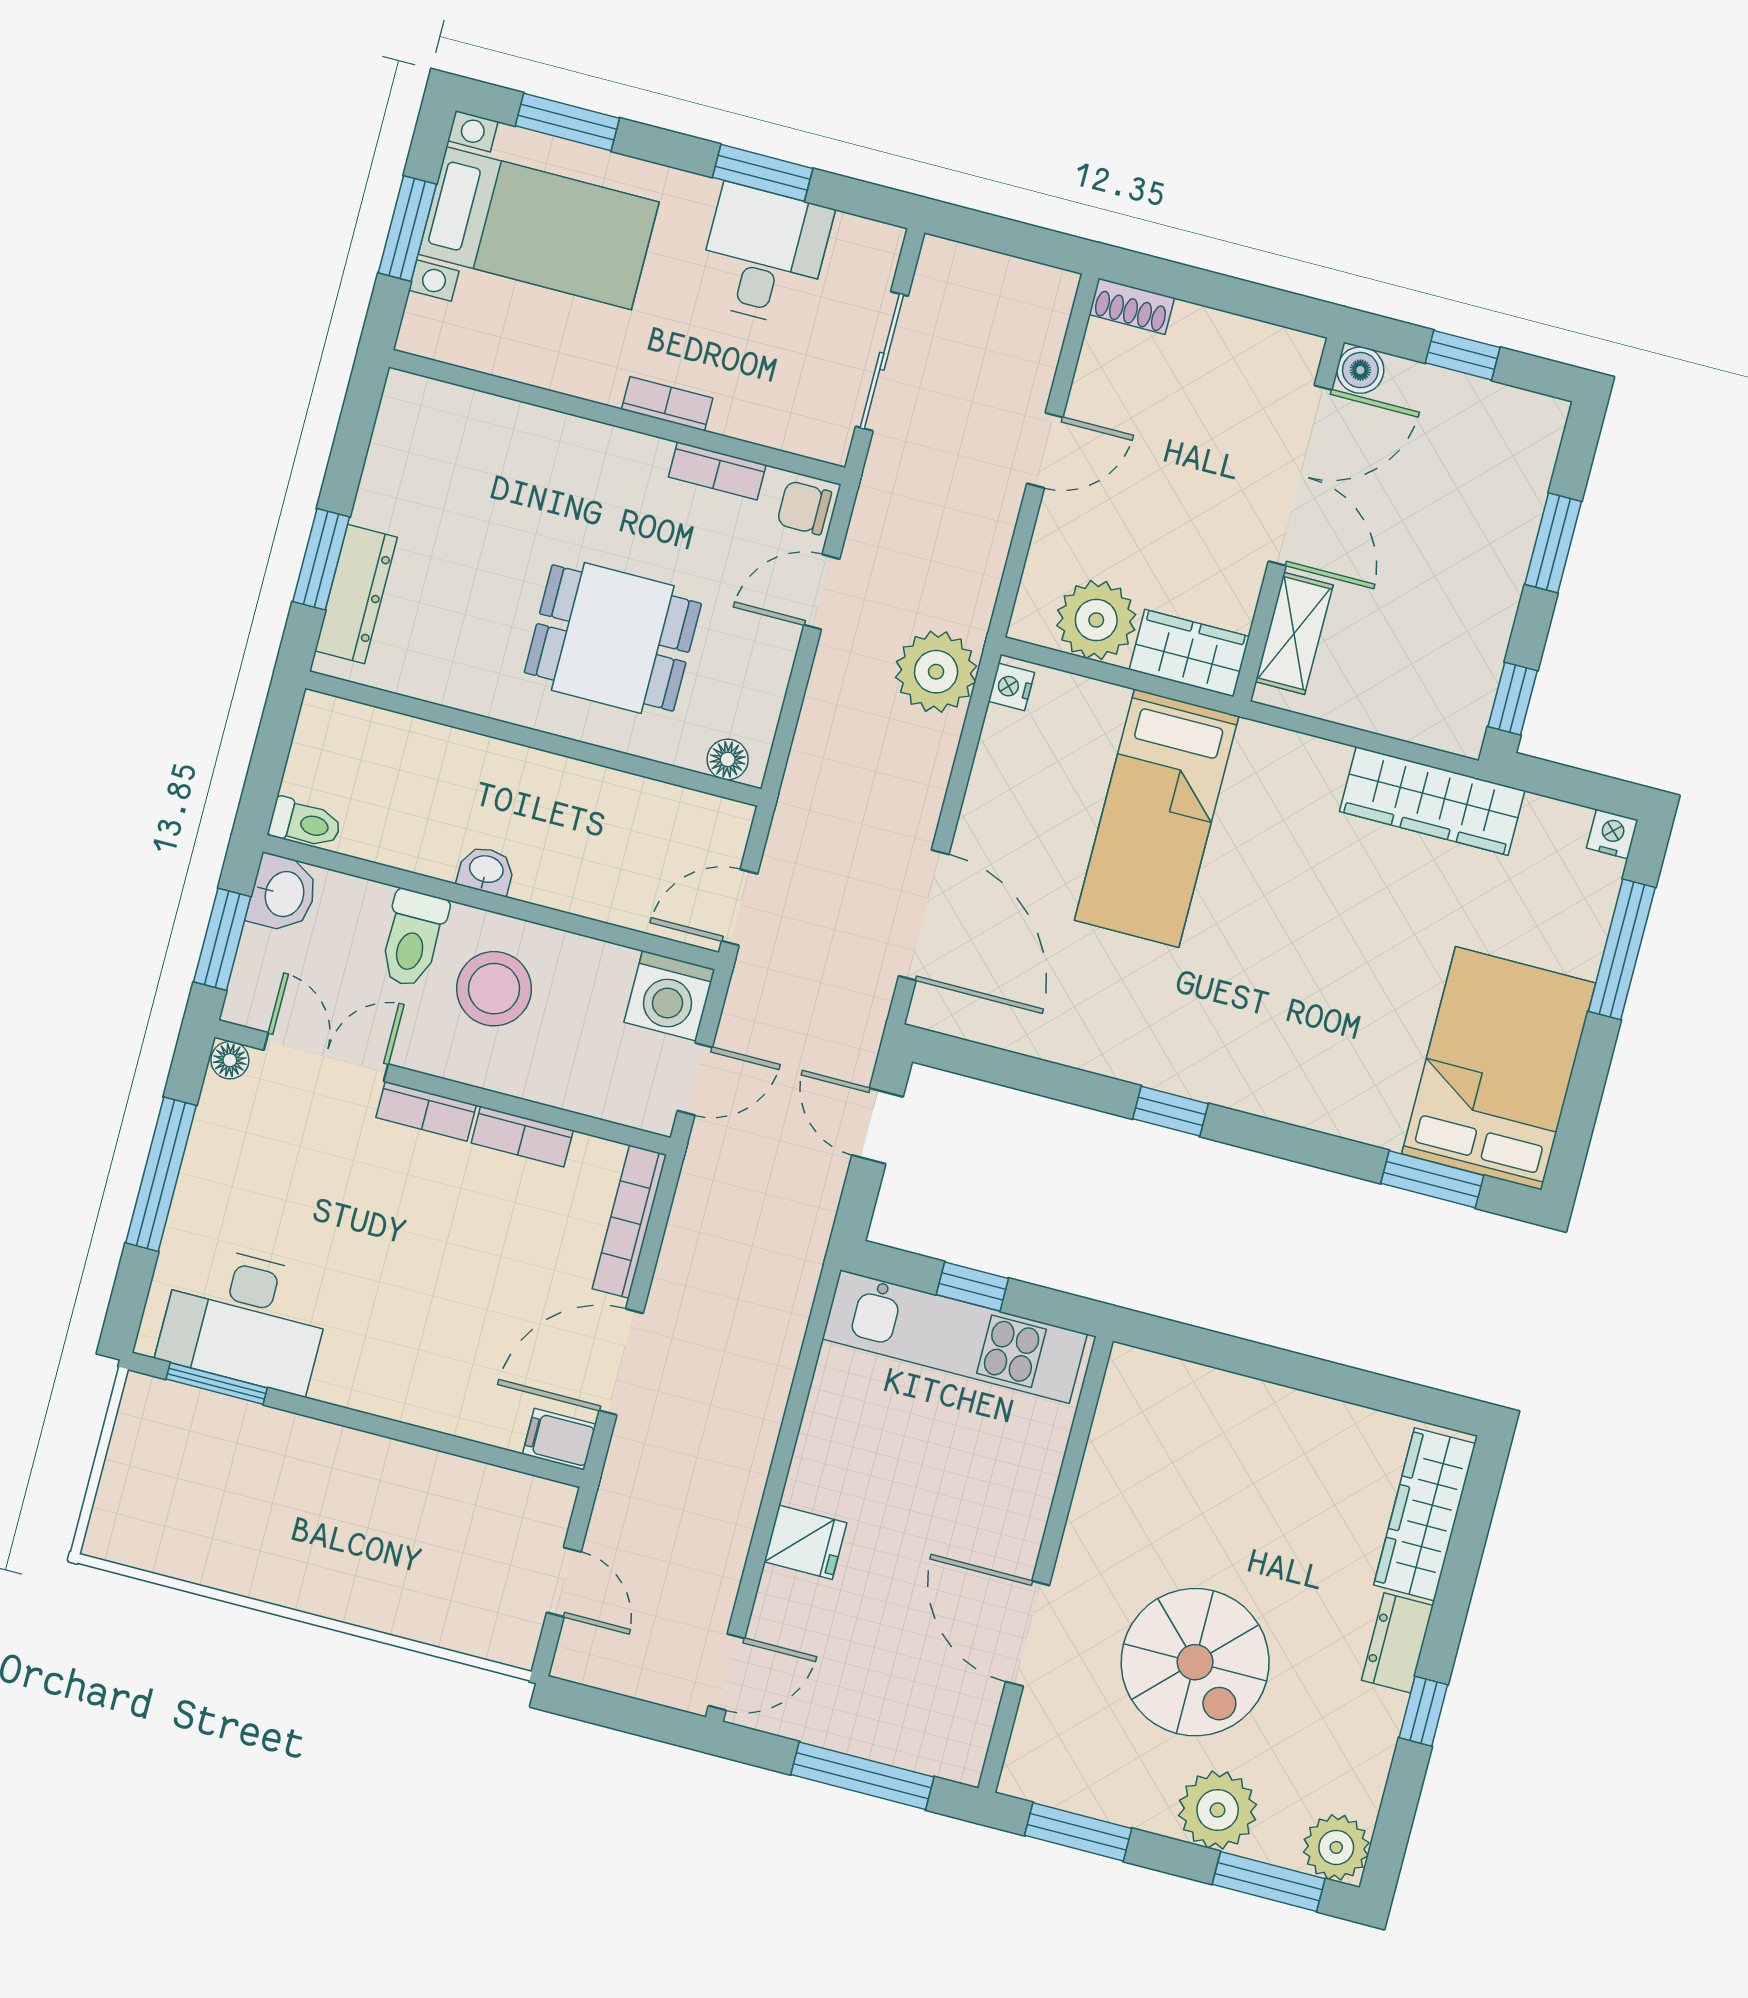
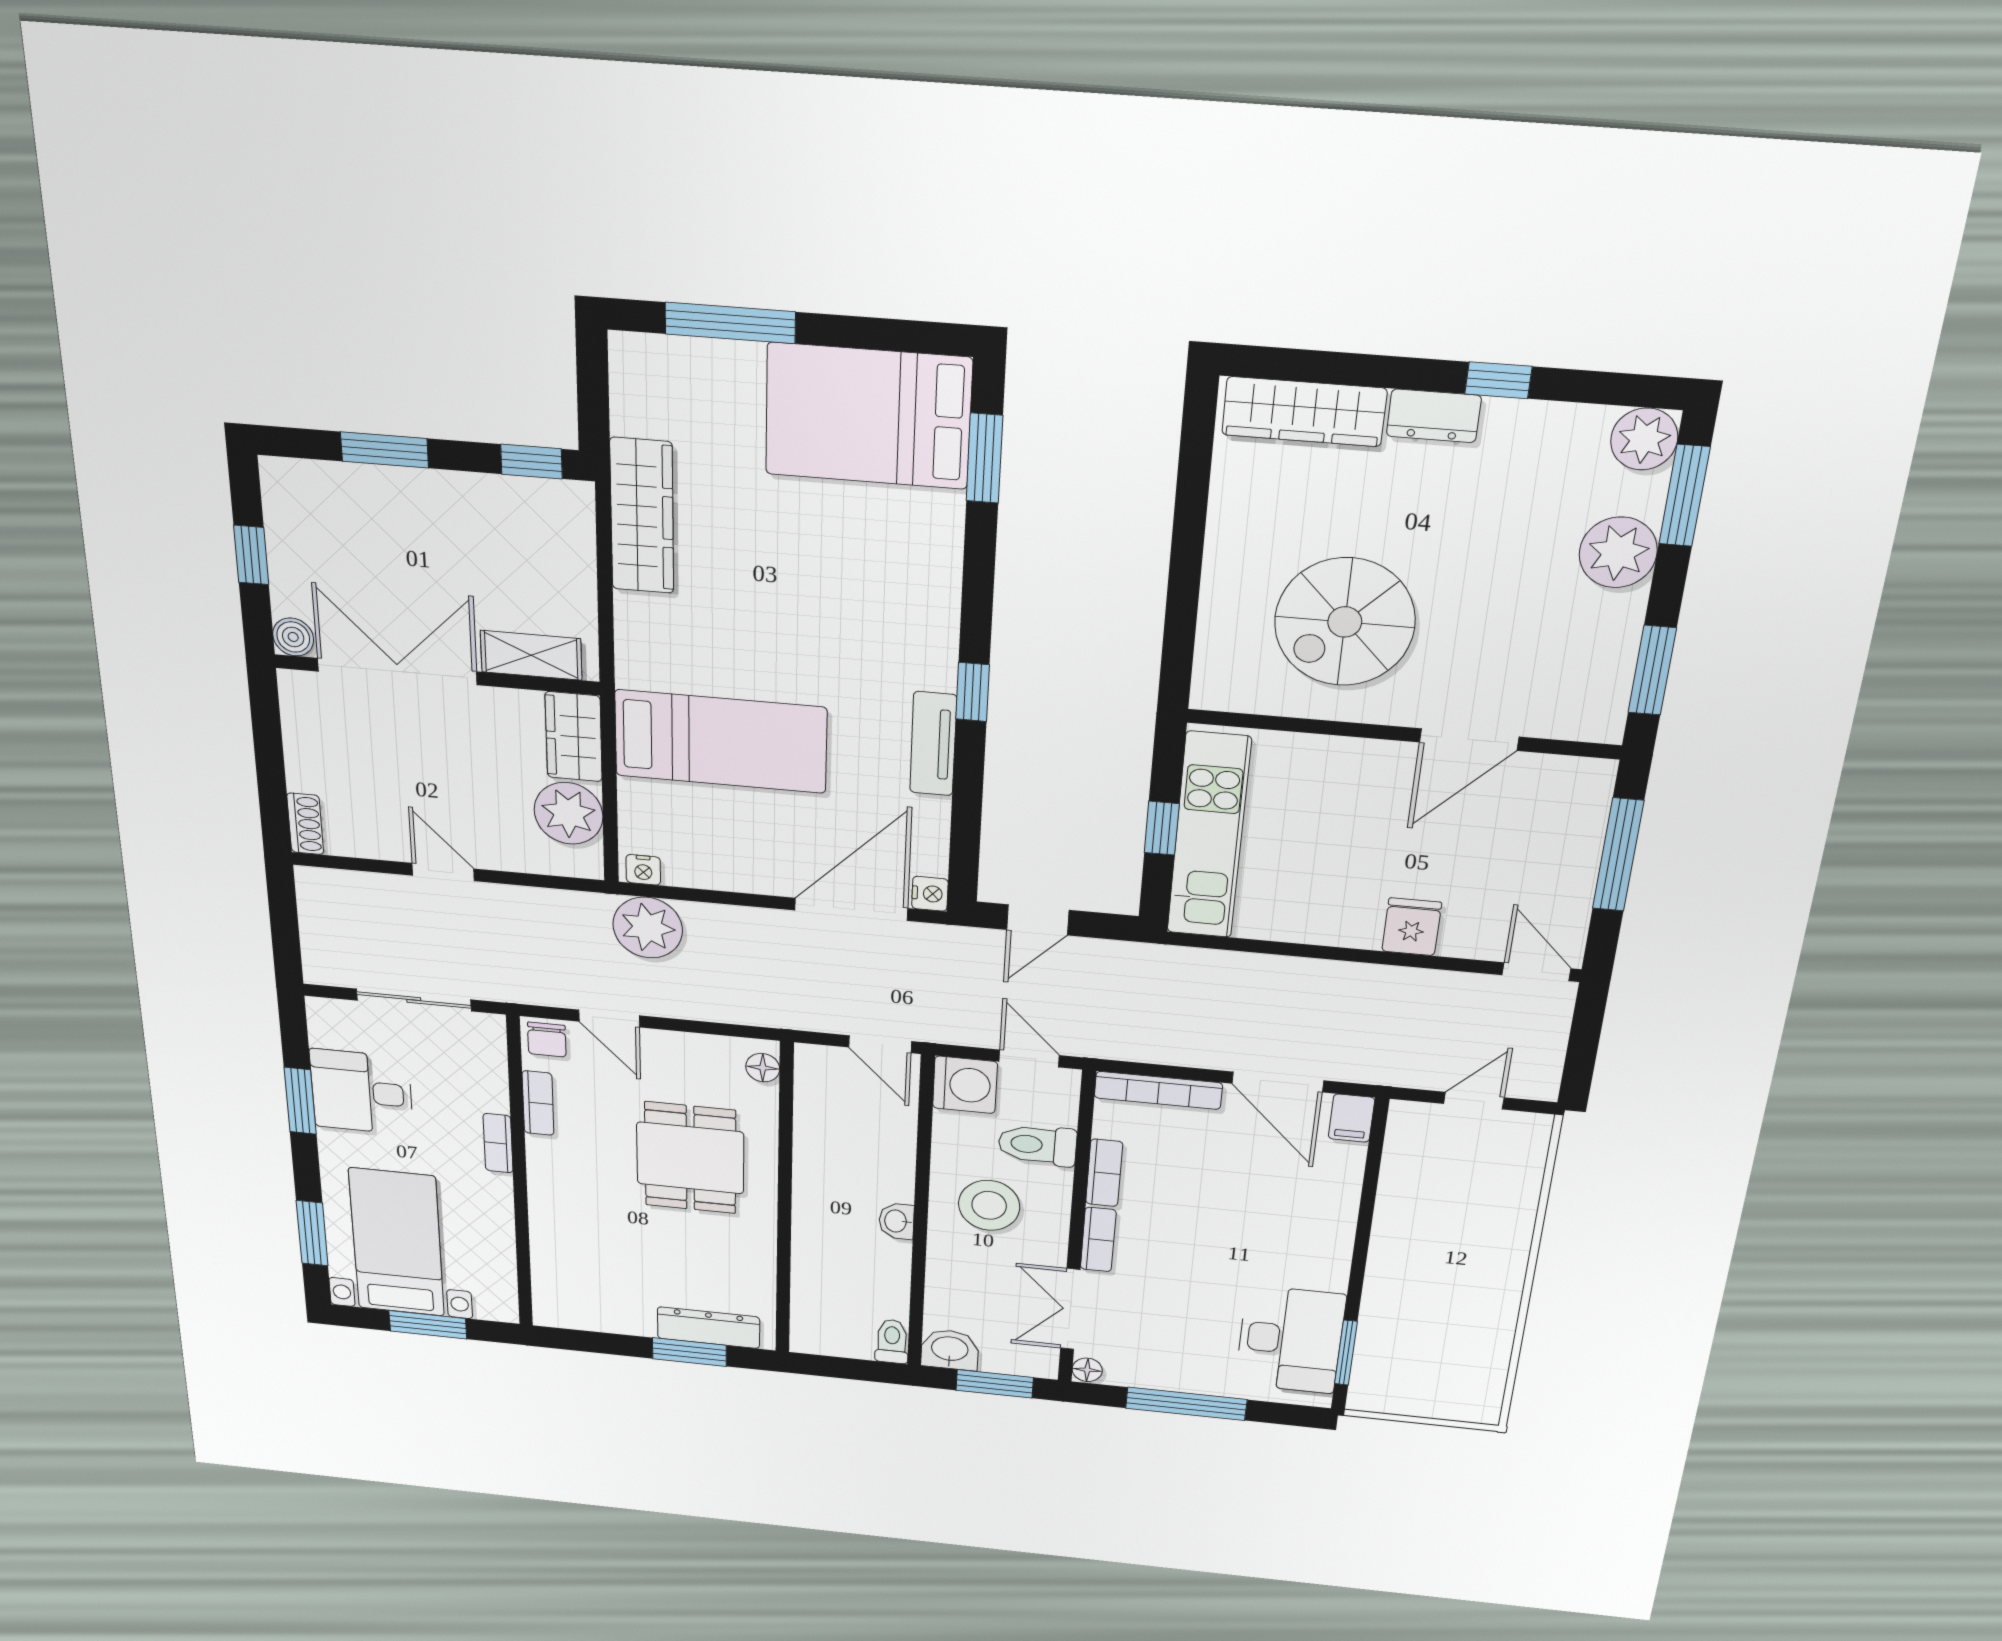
nightstand: (1612, 834) -> (930, 894), moved, turned 180
toilet: (413, 939) -> (1037, 1145), moved, turned 180
tv unit: (1116, 1055) -> (933, 744), added
spiral stairs: (1195, 1662) -> (1345, 622), moved, turned 180

